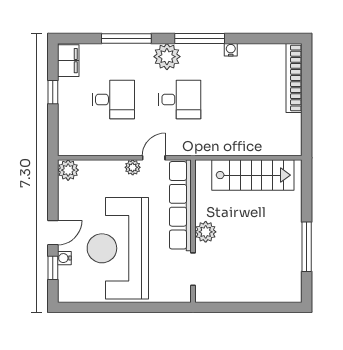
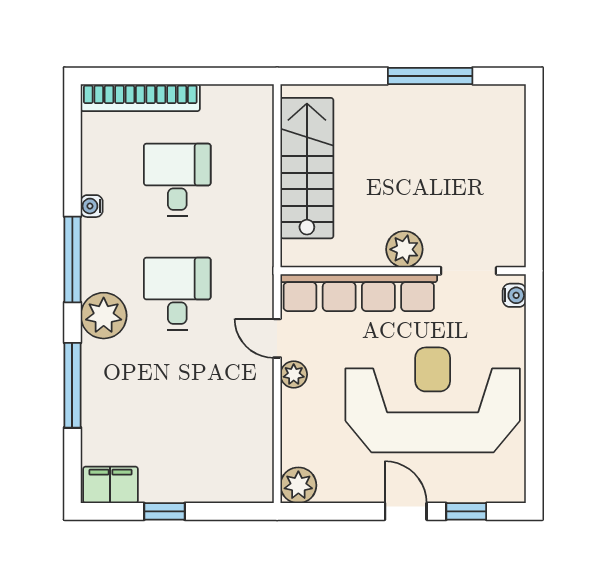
desk: (113, 100) -> (177, 180), moved
reception desk: (118, 248) -> (433, 400), turned 180
water cooler: (64, 258) -> (514, 295), moved, turned -90

